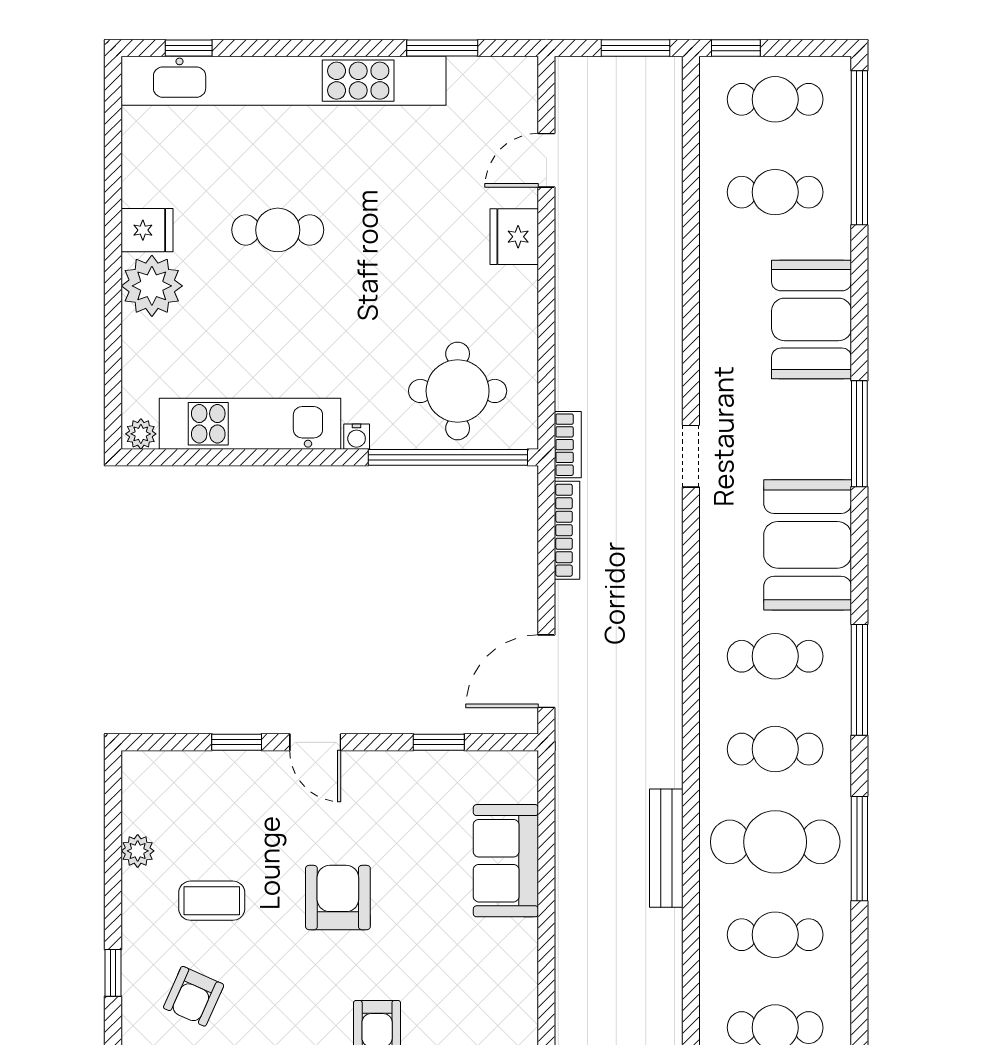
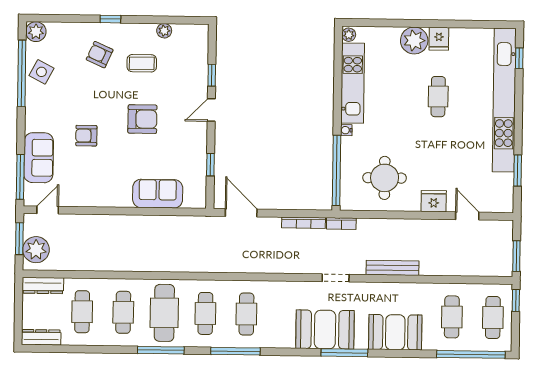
round table: (458, 391) -> (385, 178), moved
booth: (808, 545) -> (325, 329), moved
bench: (666, 848) -> (393, 268), moved
coffee table: (212, 901) -> (142, 63), turned 90

